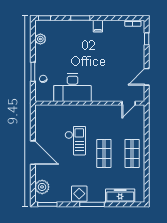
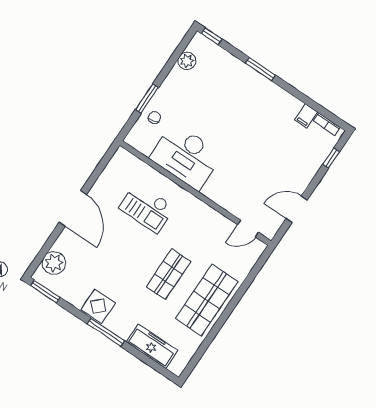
filing cabinet: (98, 26) -> (306, 116), moved
checkout: (75, 141) -> (147, 208), moved, turned 90
shop shelf: (132, 153) -> (207, 300), width x1.43, depth x1.36

